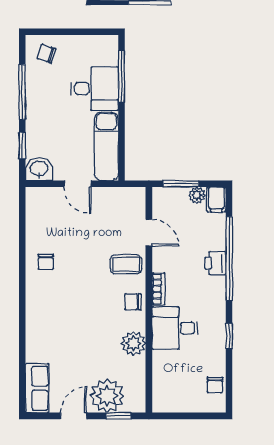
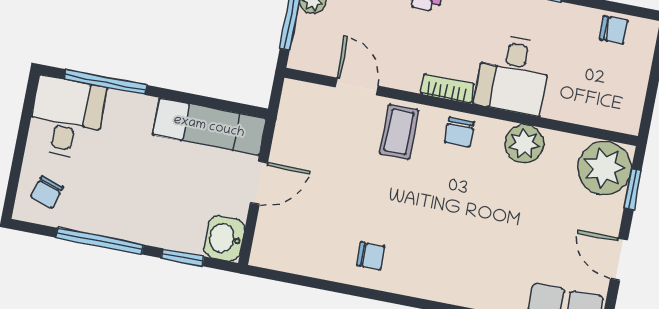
desk: (95, 89) -> (66, 118), moved
door: (149, 233) -> (357, 87), hinge flipped
plant: (107, 396) -> (604, 168), moved

